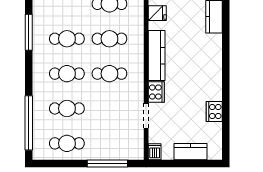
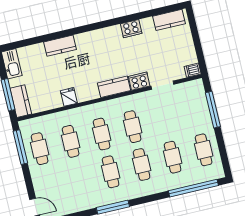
kitchen counter: (157, 55) -> (114, 87), width x0.67
cooker: (214, 111) -> (131, 29), moved
kitchen counter: (190, 152) -> (169, 20), moved, turned -90

